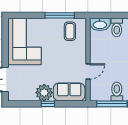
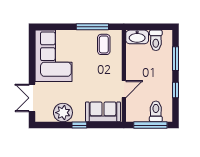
plant: (44, 93) -> (63, 113), moved

